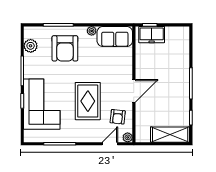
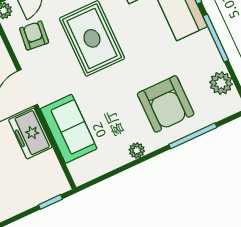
freezer: (152, 35) -> (30, 133), moved, turned -90
sofa: (115, 36) -> (69, 129), moved, turned 90
armchair: (65, 48) -> (166, 104), turned 180

